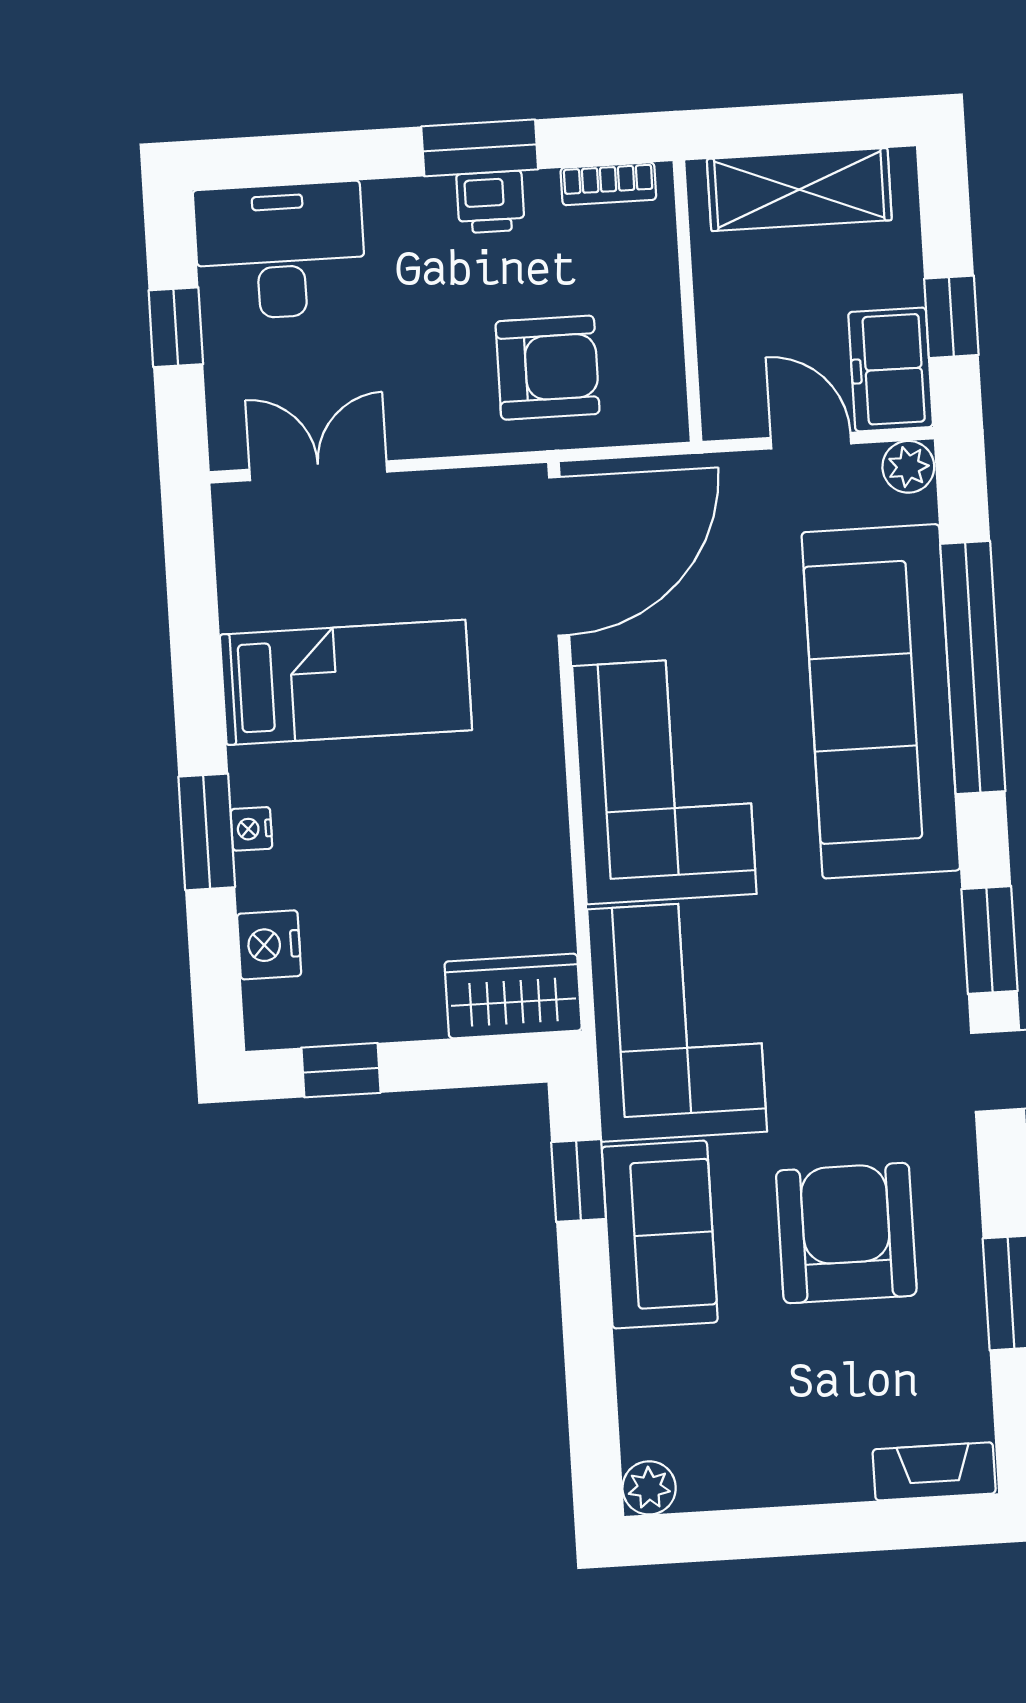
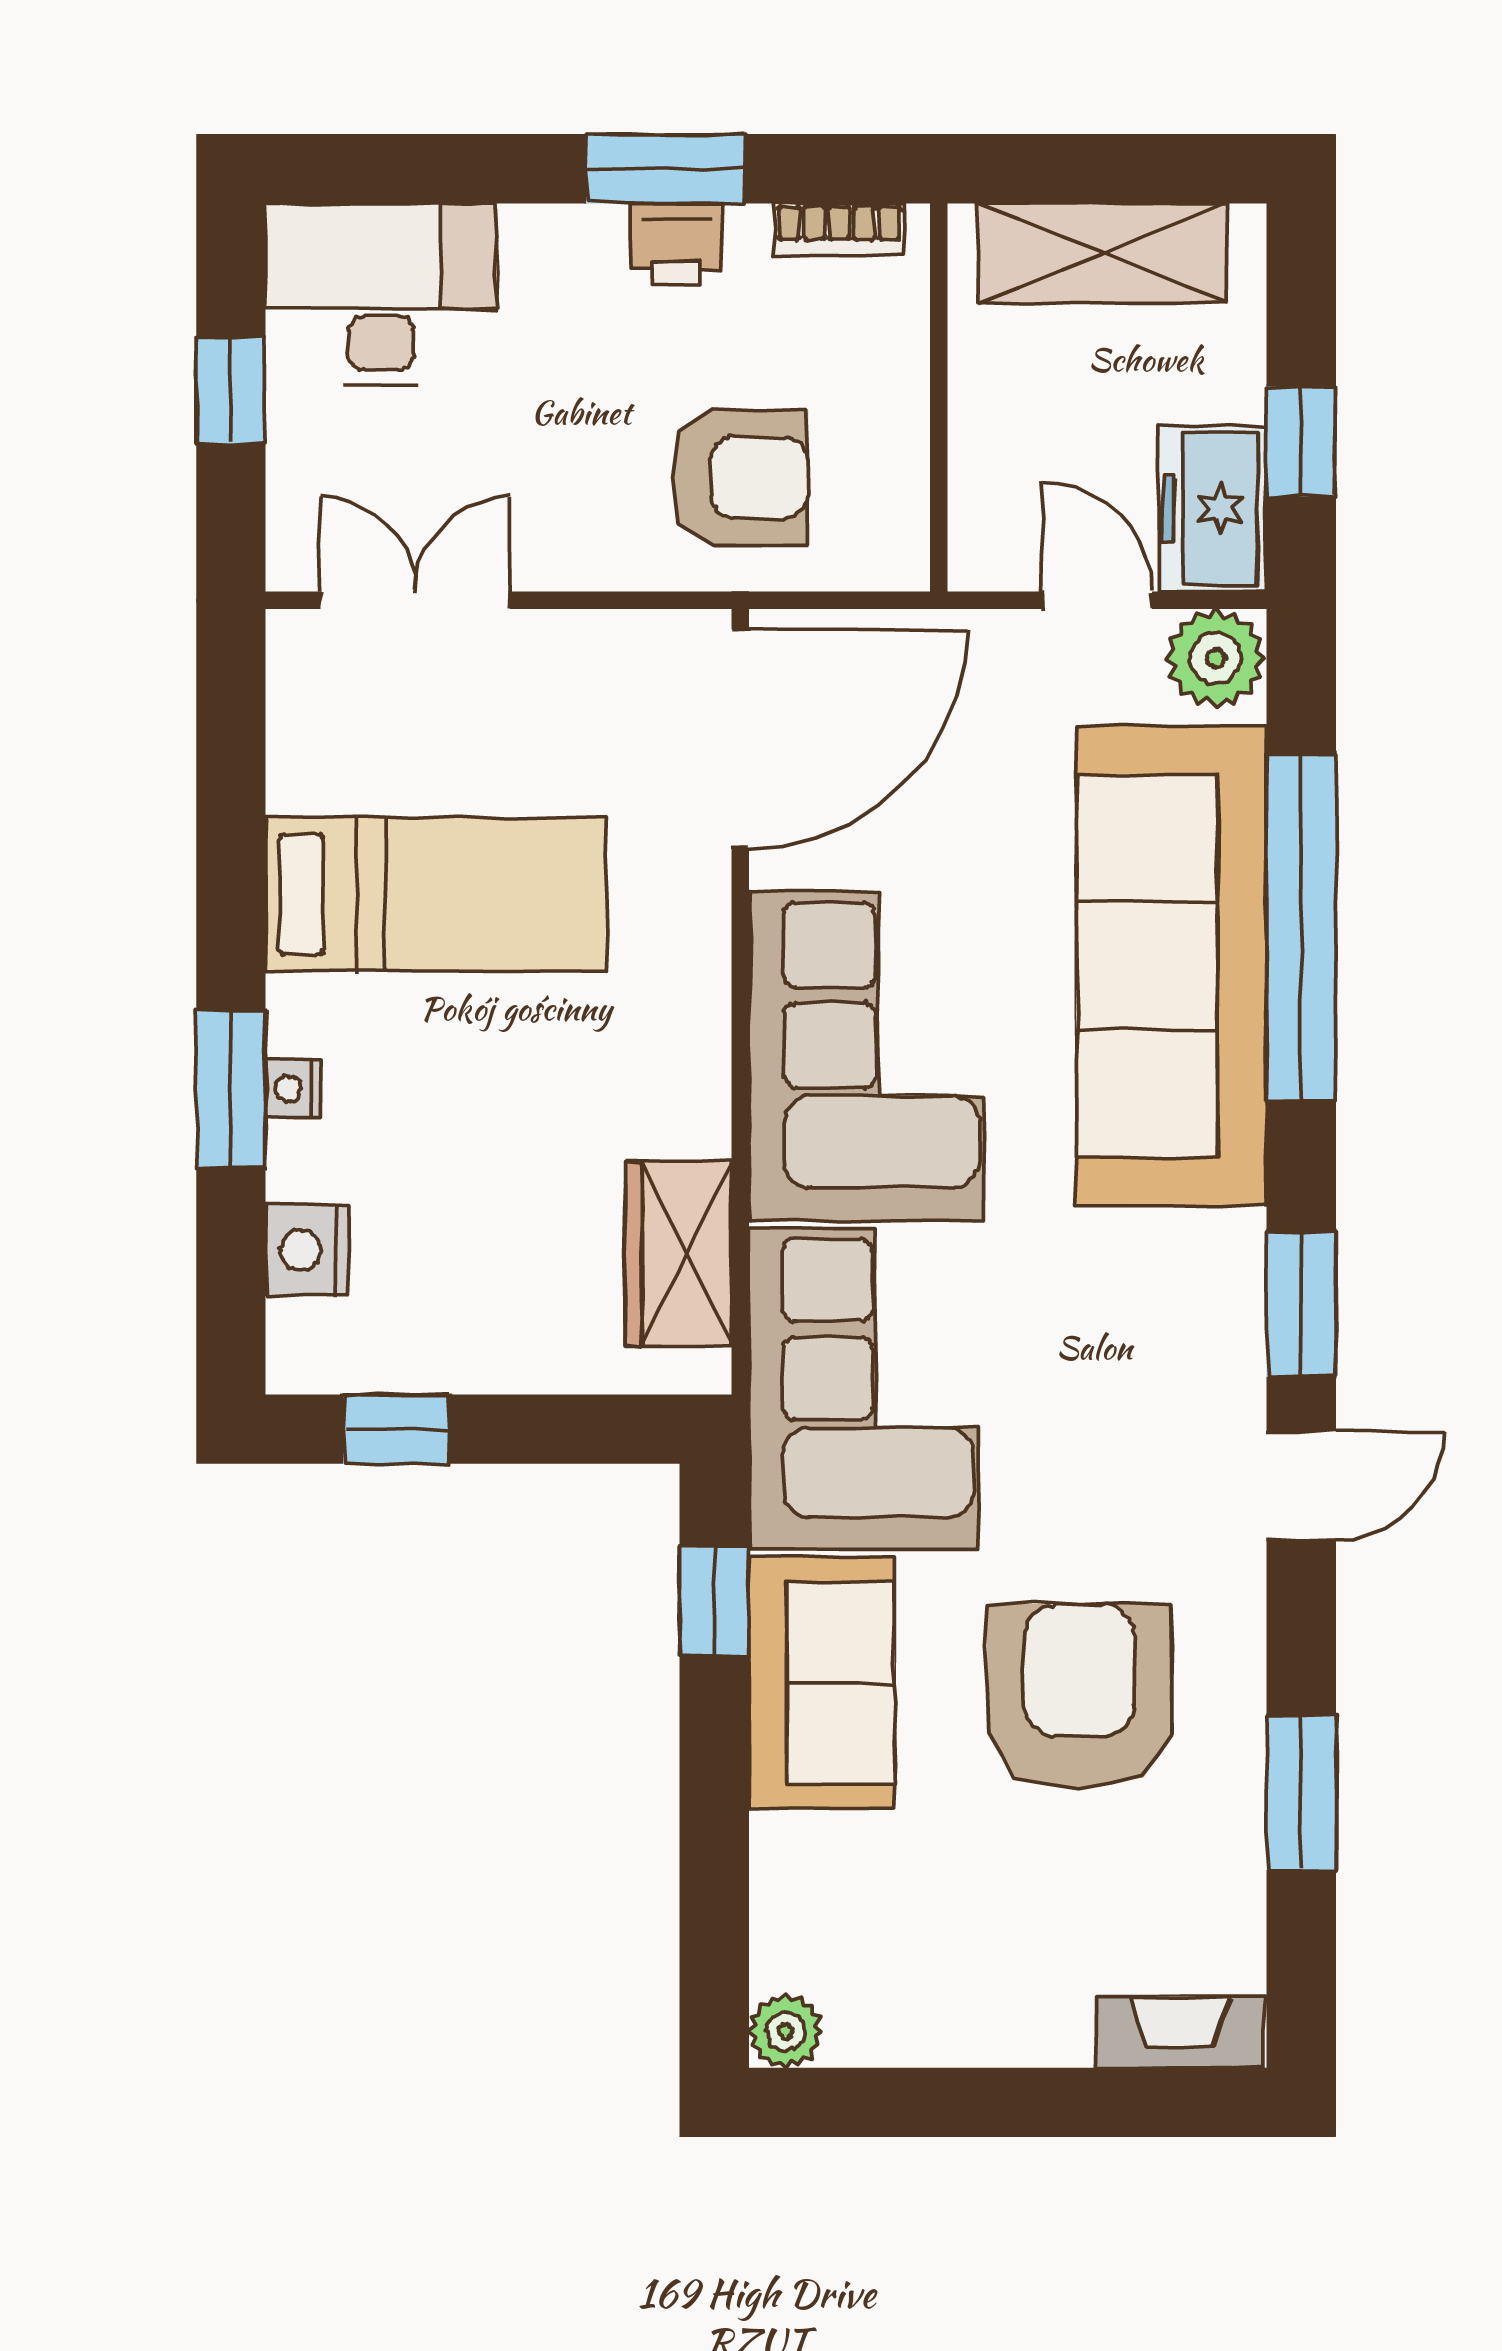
plant: (908, 467) -> (1216, 658), width x1.38, depth x1.38
wardrobe: (513, 996) -> (678, 1254), moved, turned -90

